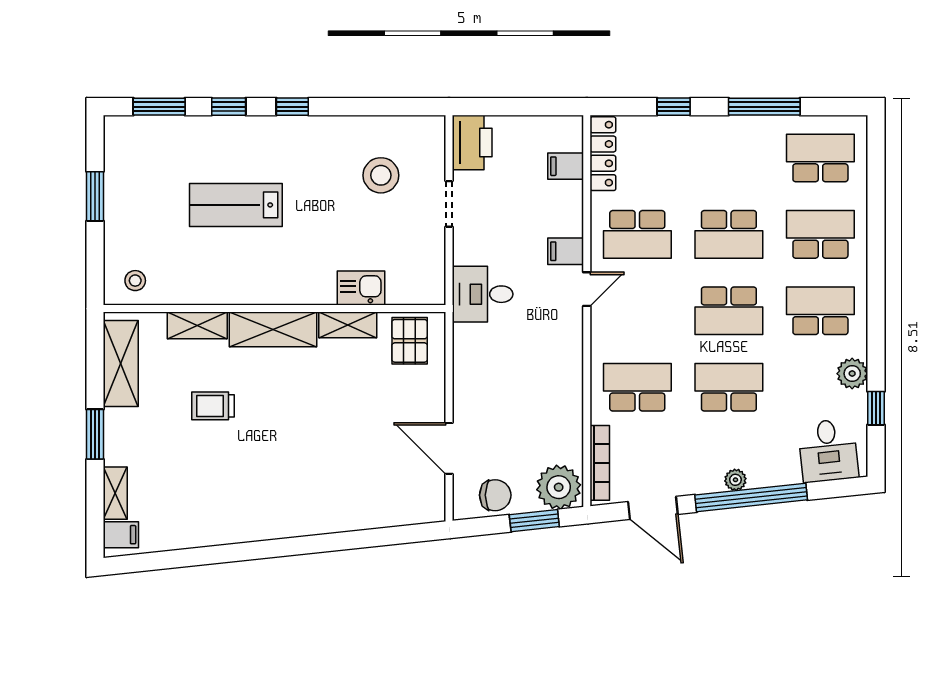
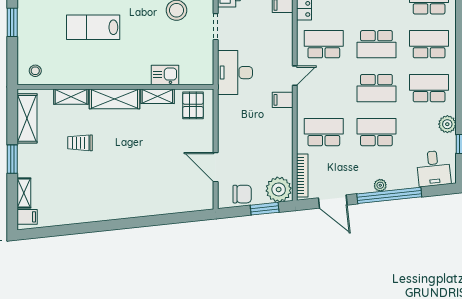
school desk: (637, 234) -> (324, 44), turned 180
filing cabinet: (566, 251) -> (283, 100), moved
desk: (483, 294) -> (235, 73), width x1.37

